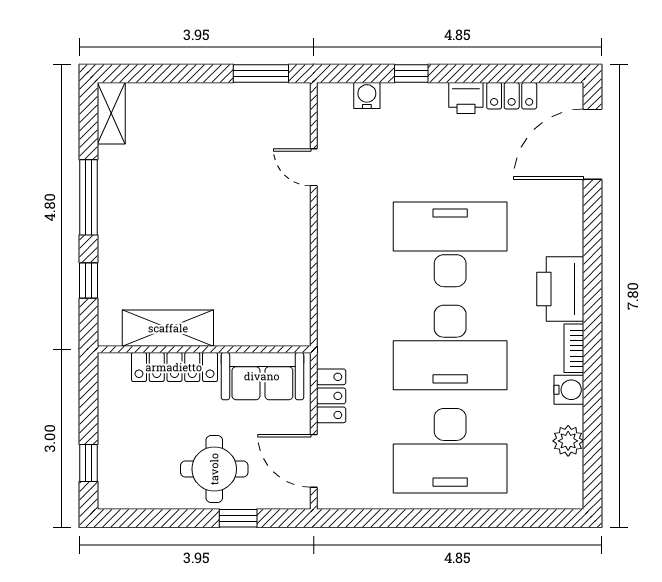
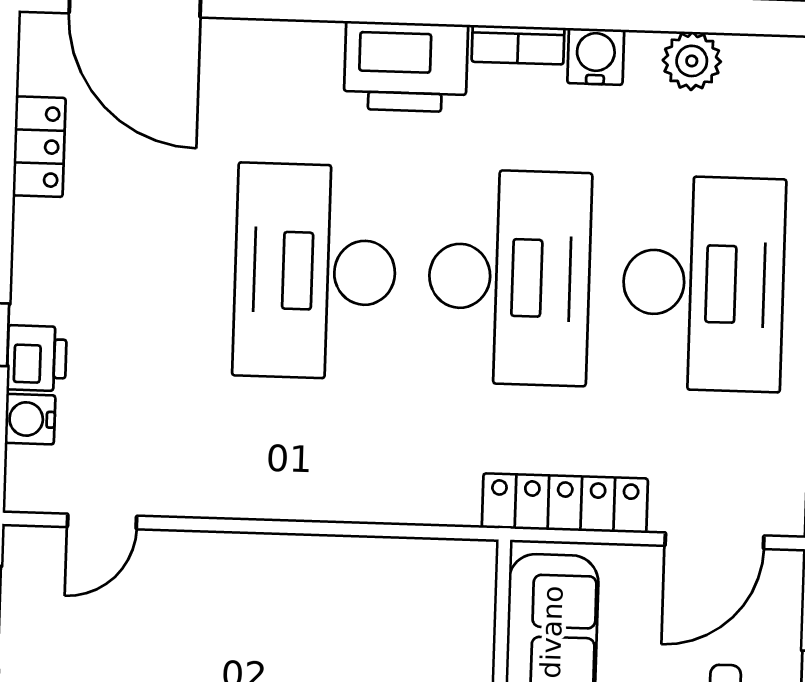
printer: (466, 98) -> (37, 358), moved
door: (314, 167) -> (102, 521), moved
locker: (331, 396) -> (565, 503), width x1.53

